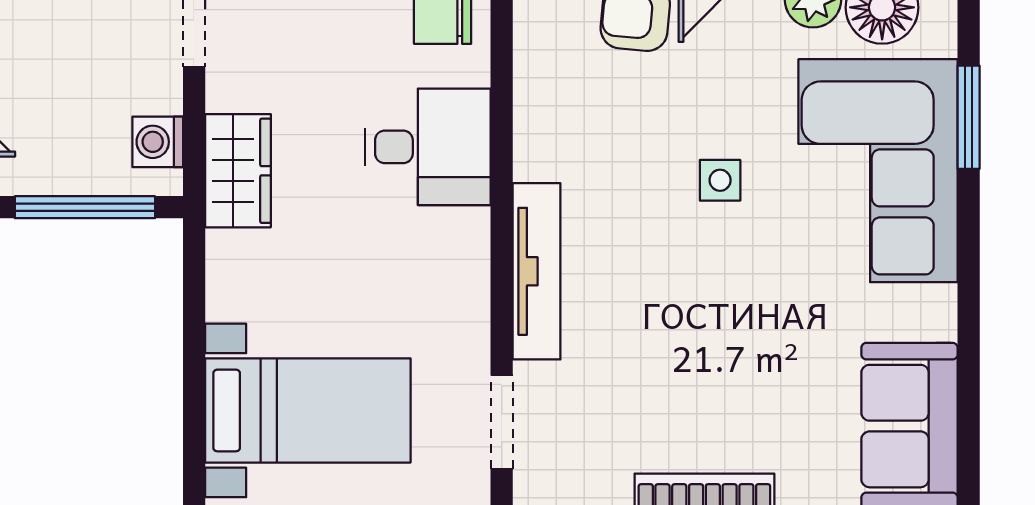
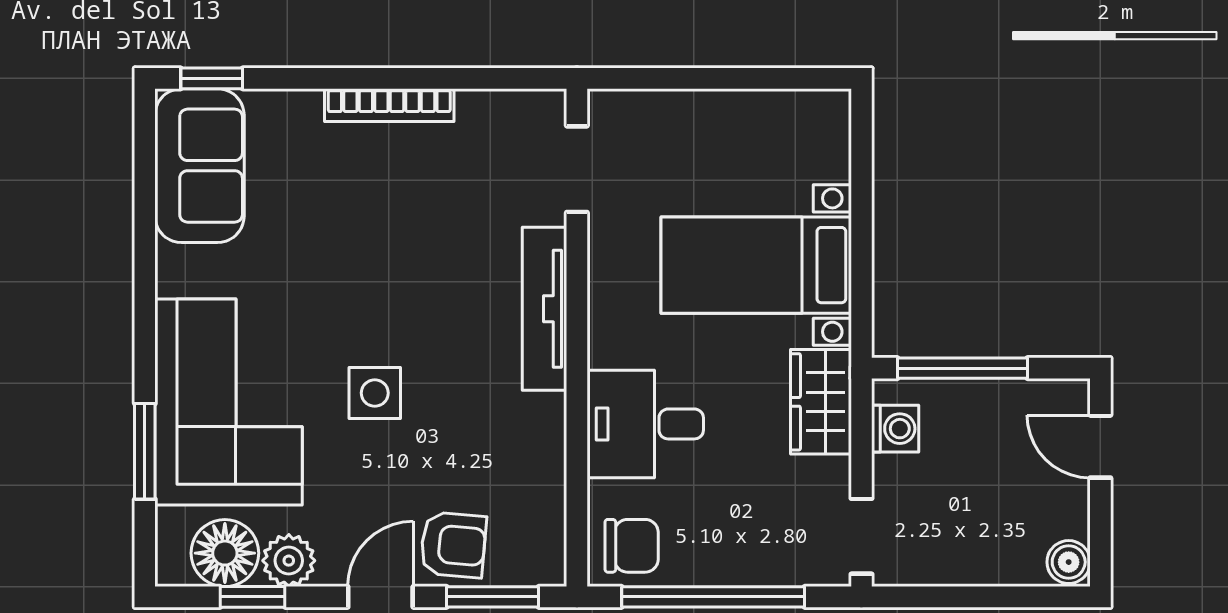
side table: (720, 180) -> (375, 393), width x1.37, depth x1.37
bed with nightstands: (308, 410) -> (756, 265), moved

